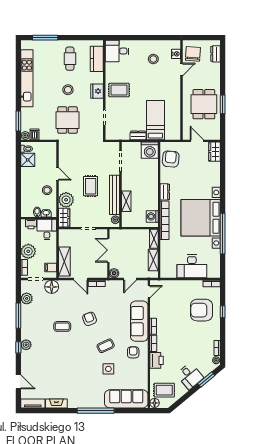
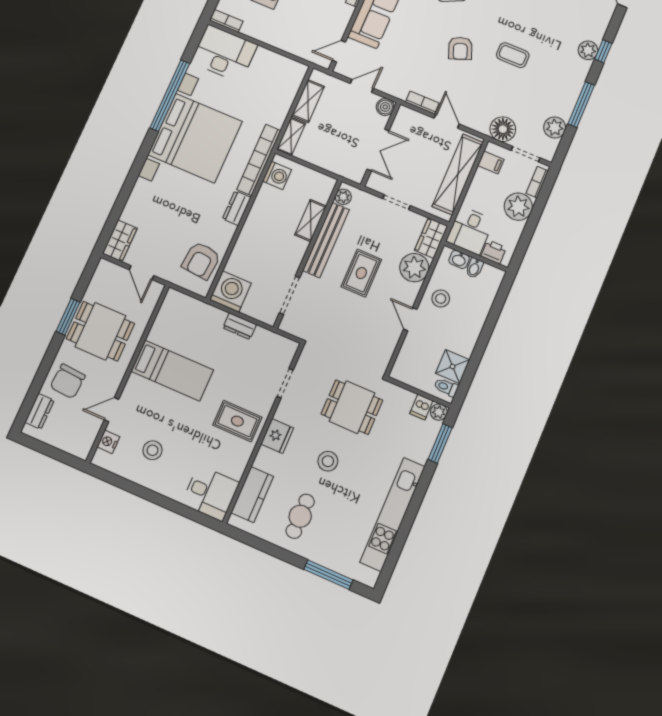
chair: (193, 54) -> (68, 381), moved
dining table: (204, 104) -> (100, 331), turned 90
dining table: (67, 120) -> (352, 407), turned 90
bed: (155, 120) -> (172, 371), moved, turned -90
shelving: (64, 262) -> (458, 174), width x1.47
desk: (192, 266) -> (224, 53), moved

